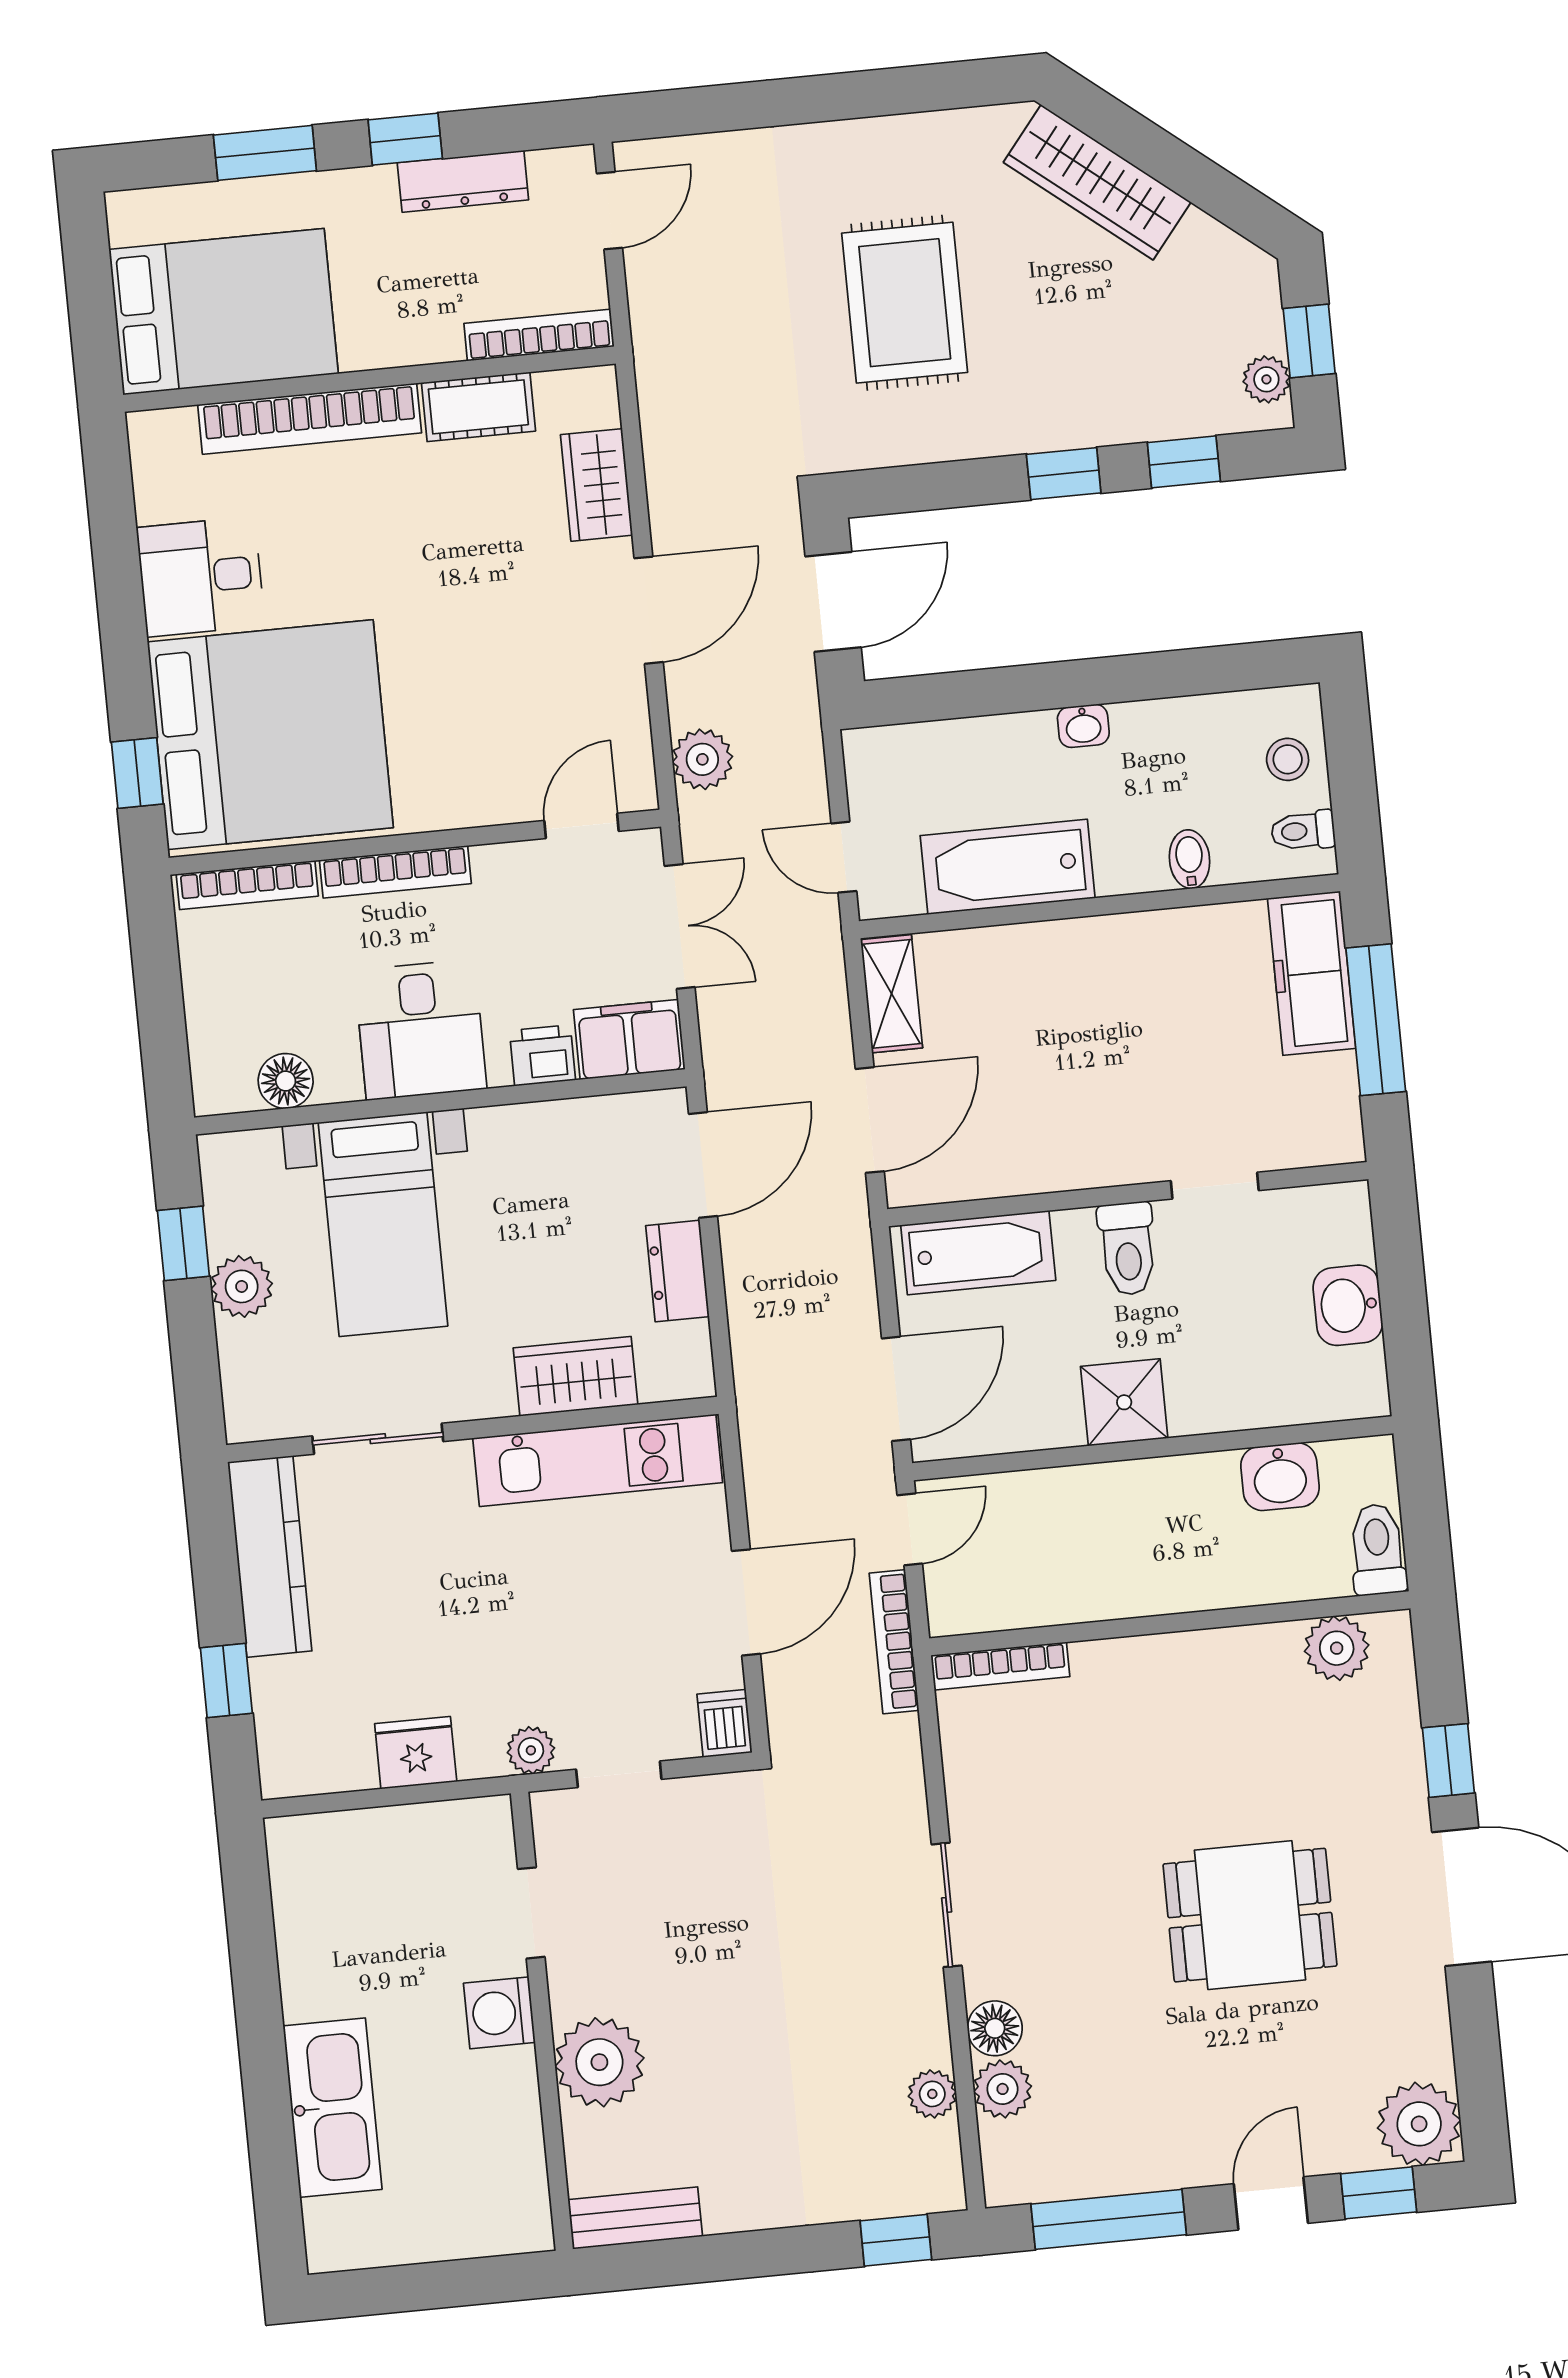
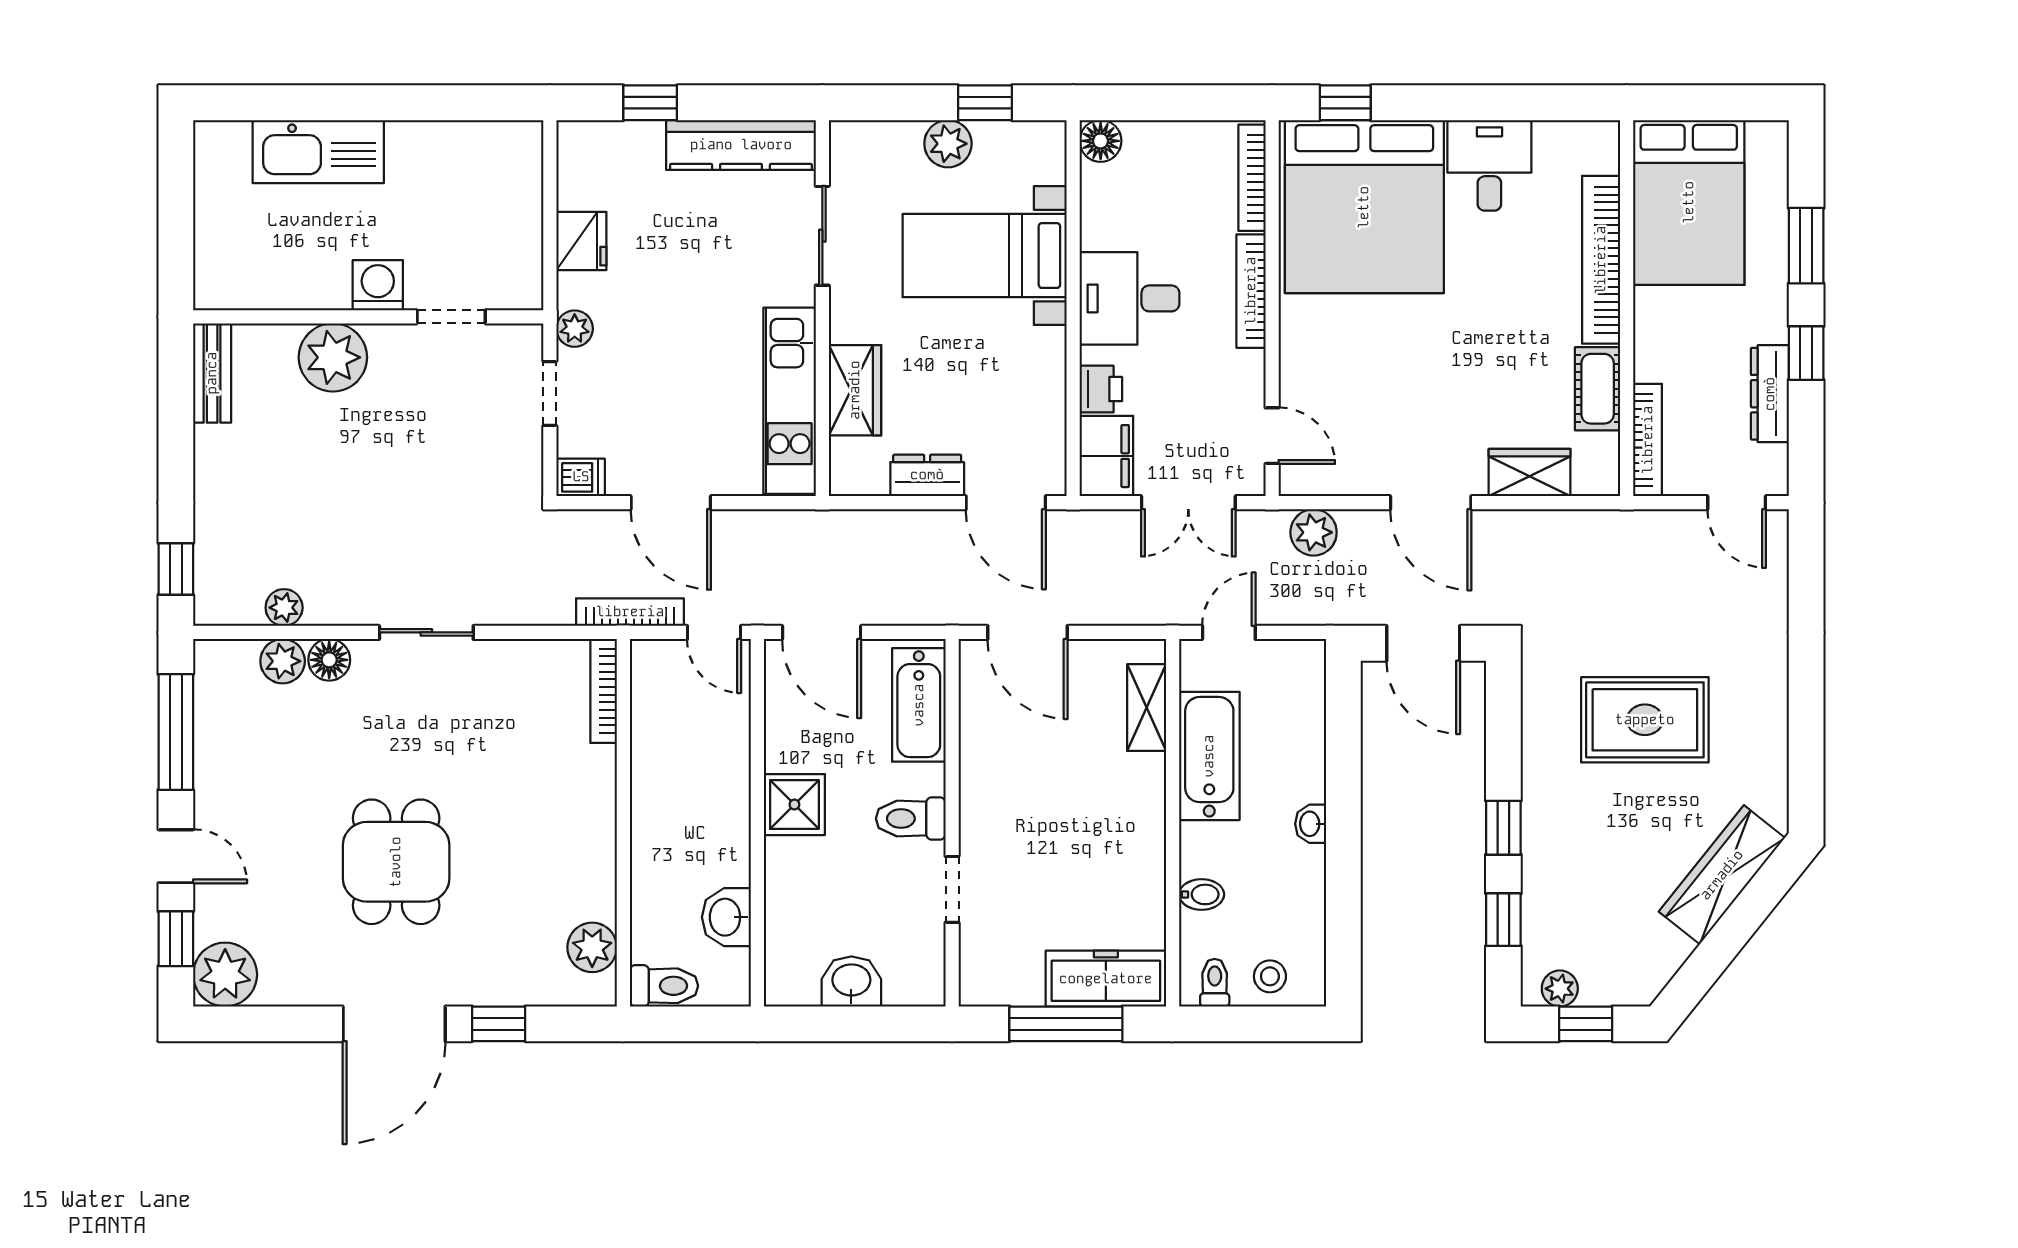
shelving: (892, 994) -> (1147, 708), moved, turned 90
floor lamp: (286, 1081) -> (1101, 141), moved

